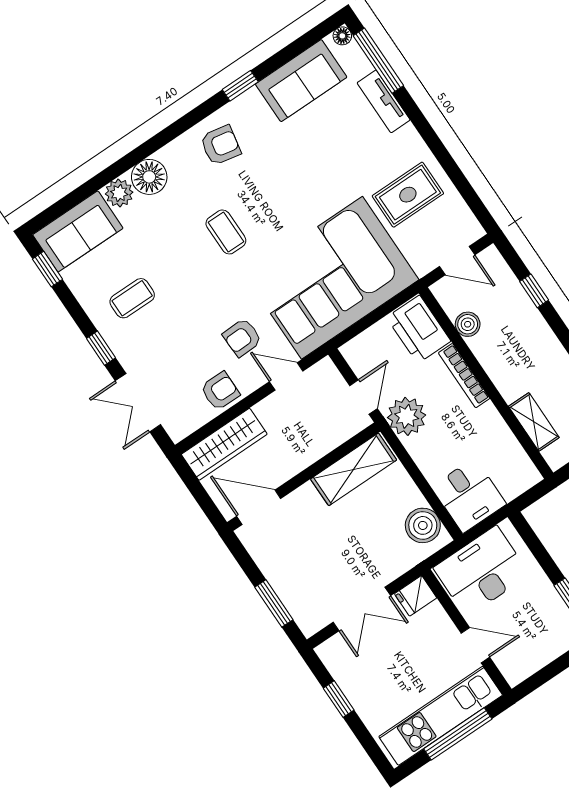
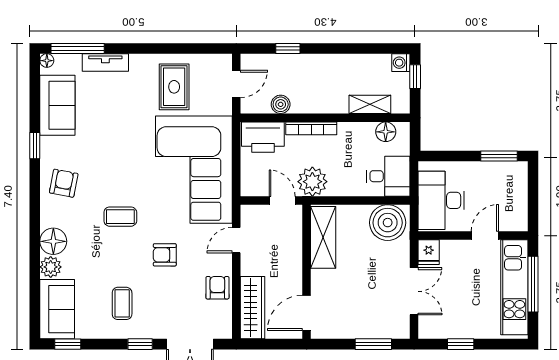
armchair: (242, 338) -> (165, 255), moved, turned 92
floor lamp: (515, 460) -> (386, 132), added
boiler: (423, 525) -> (388, 223), width x1.37, depth x1.37

